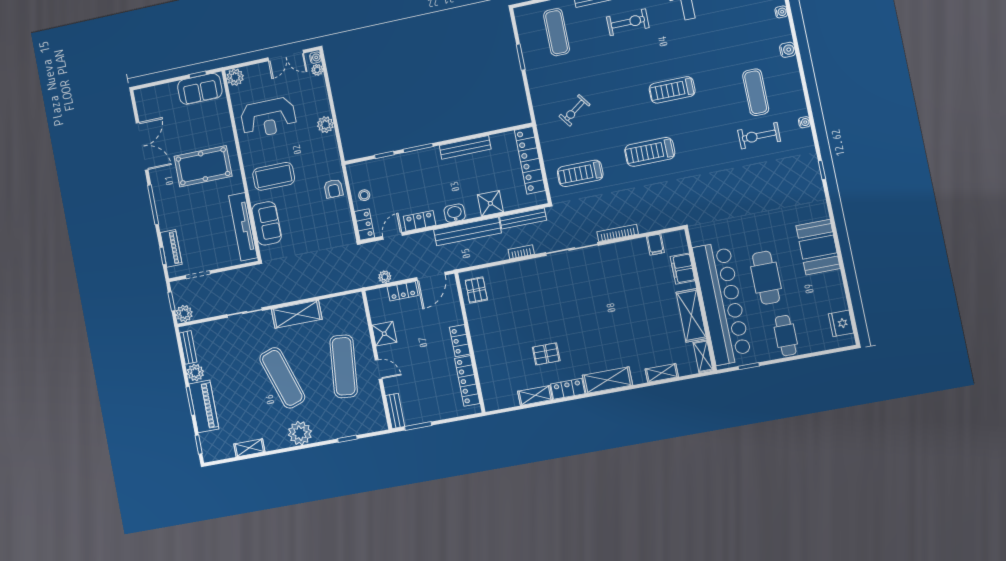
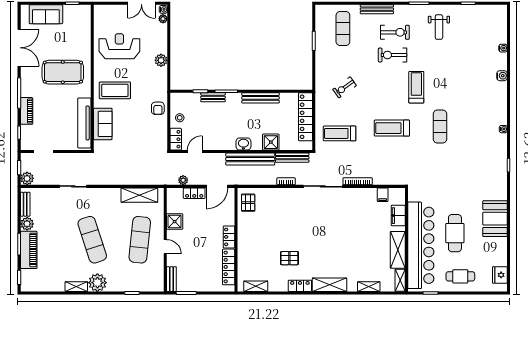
plant: (235, 77) -> (100, 11), removed
sofa: (200, 89) -> (46, 14), moved
treadmill: (672, 90) -> (416, 87), turned 90
exercise mat: (756, 92) -> (440, 126), moved
reception desk: (268, 118) -> (119, 46), turned 180
exercise bike: (759, 136) -> (393, 55), moved
bench: (402, 159) -> (213, 97), added
locker: (420, 221) -> (217, 145), removed
piano: (171, 248) -> (27, 111), moved
shelving: (297, 314) -> (139, 195), moved
cafe table: (786, 336) -> (460, 276), turned 90
shelving: (535, 395) -> (256, 286), moved
shelving: (249, 448) -> (76, 287), moved

